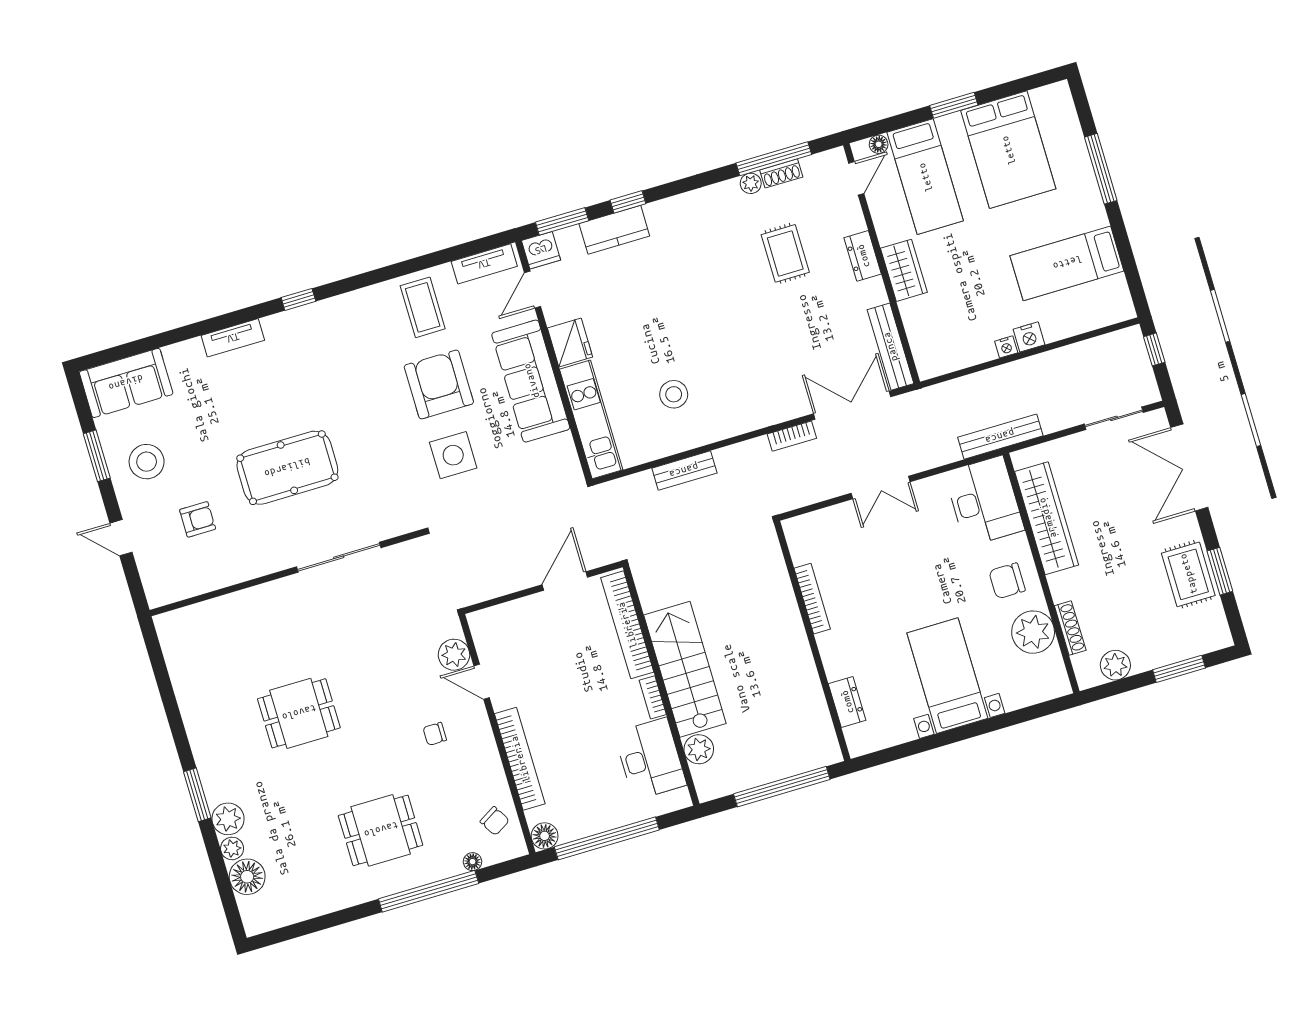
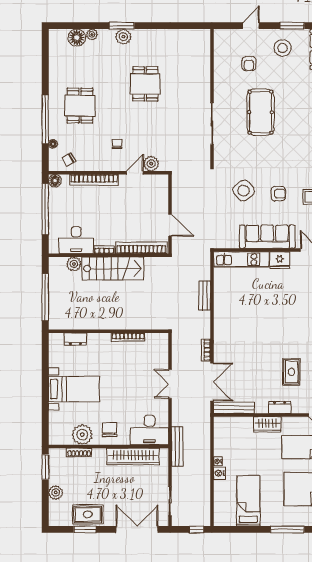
rug: (785, 253) -> (291, 372), turned 90
armchair: (439, 384) -> (278, 194), width x0.53, depth x0.53
stool: (674, 394) -> (242, 301), removed
side table: (453, 455) -> (244, 191), turned -36
plant: (1115, 665) -> (56, 492), moved
window: (1179, 669) -> (45, 467), moved
plant: (228, 819) -> (123, 37), moved

